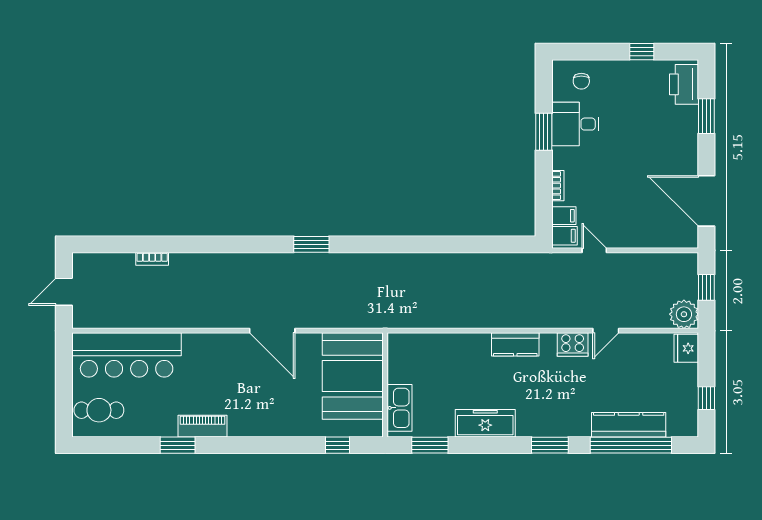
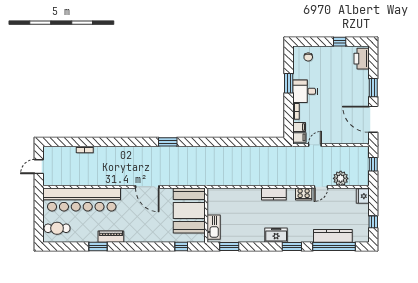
window: (706, 116) -> (373, 88), moved
desk: (575, 124) -> (305, 91), moved
door: (594, 250) -> (315, 145), hinge flipped
plant: (684, 314) -> (341, 178), moved
bar counter: (127, 355) -> (82, 199), width x1.36
freezer: (485, 423) -> (276, 235), moved, width x0.71

